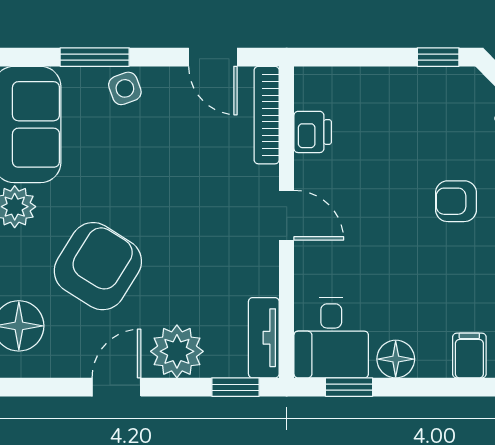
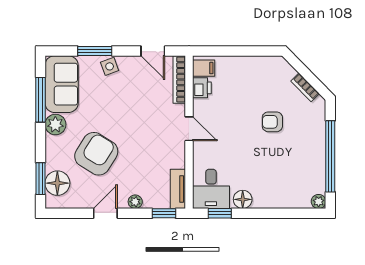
window: (438, 57) -> (264, 51), removed
plant: (177, 351) -> (135, 202), width x0.53, depth x0.53
filing cabinet: (469, 356) -> (204, 68), moved, turned 90

